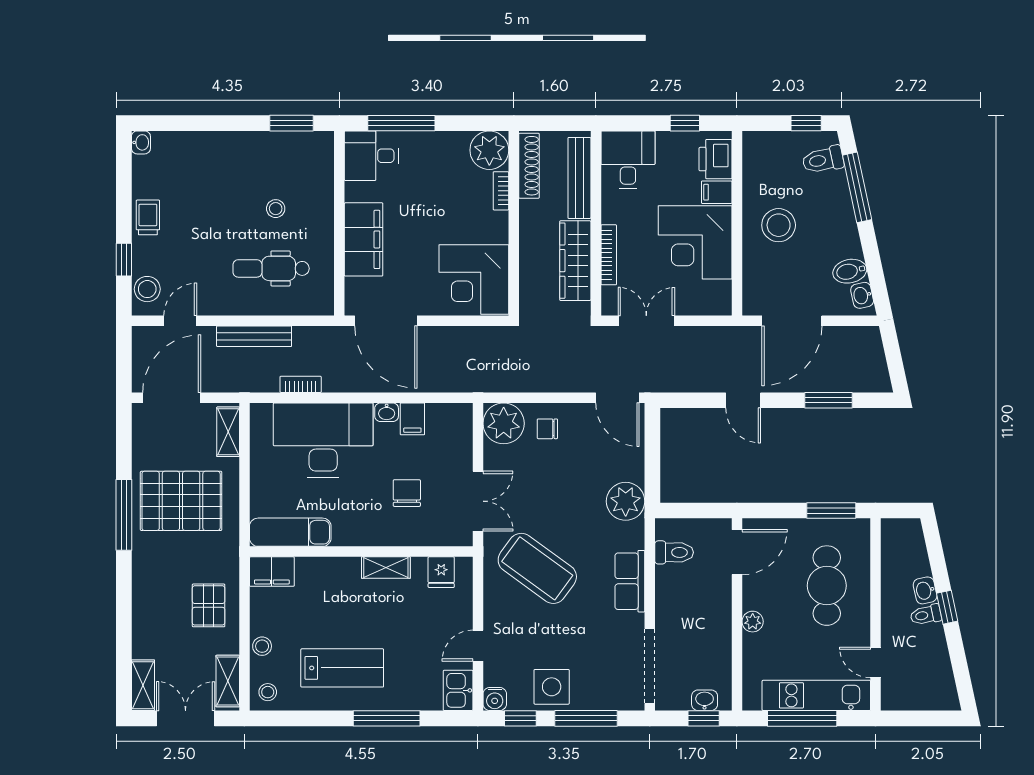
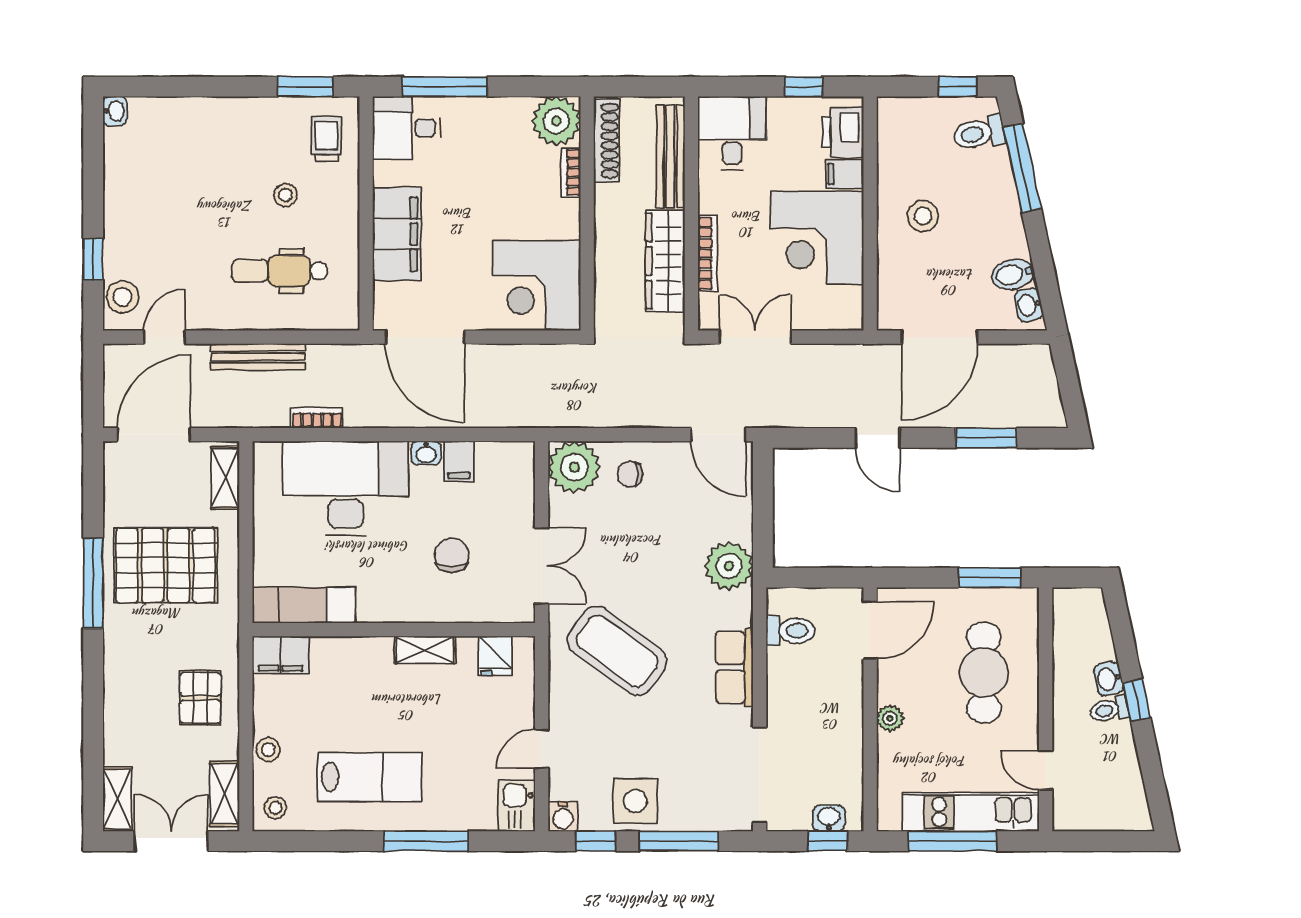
trolley: (148, 217) -> (326, 139), moved
stool: (779, 225) -> (923, 216), width x0.73, depth x0.73

